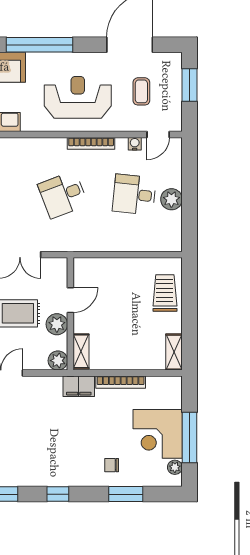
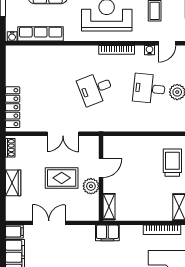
plant: (58, 361) -> (92, 214), removed
bookcase: (121, 382) -> (162, 230), moved

